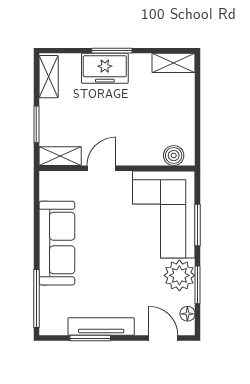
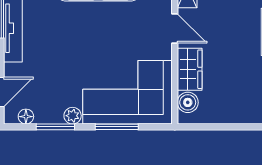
wardrobe: (141, 154) -> (190, 69), added
plant: (179, 275) -> (73, 116), width x0.53, depth x0.53

